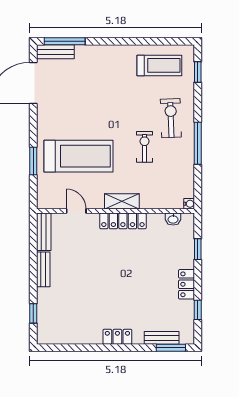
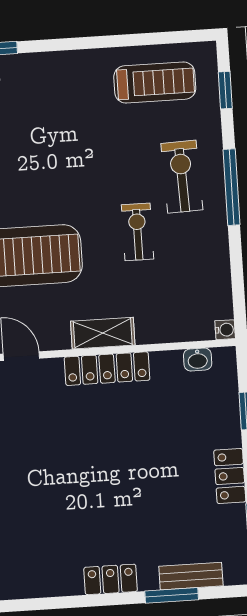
window: (198, 143) -> (231, 187), moved
window: (171, 348) -> (172, 595), moved

